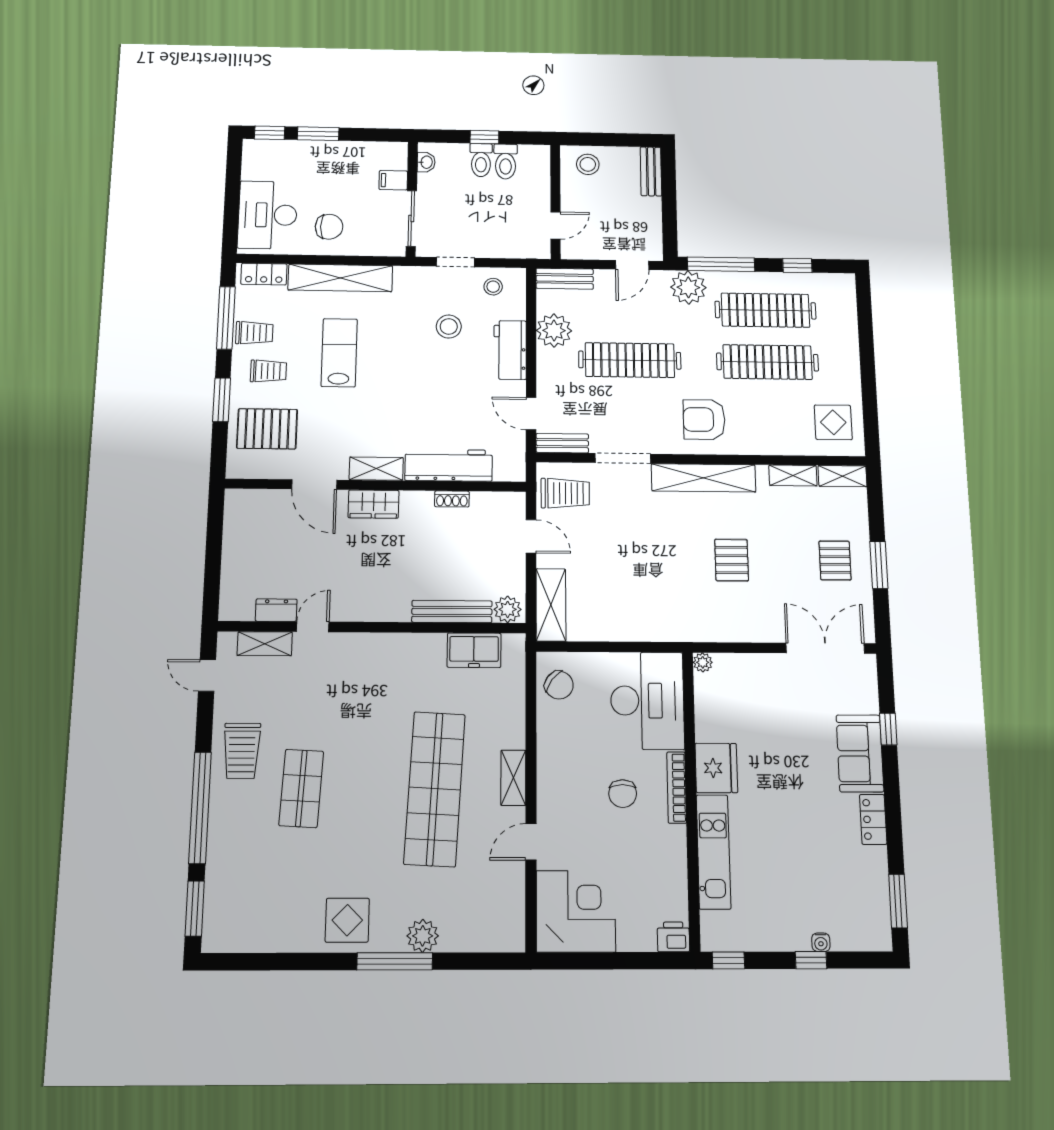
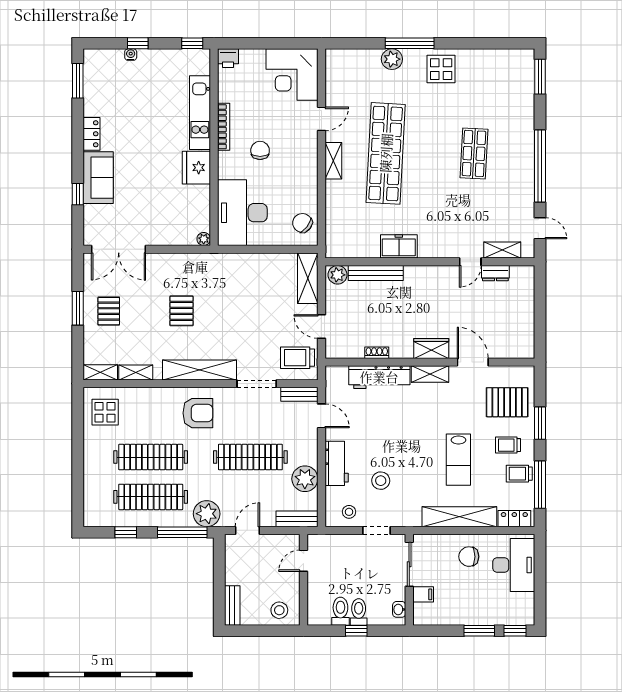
freezer: (474, 650) -> (399, 246), moved
trolley: (242, 751) -> (514, 178), removed
bookcase: (677, 787) -> (224, 127), moved
window: (200, 808) -> (540, 166), moved

